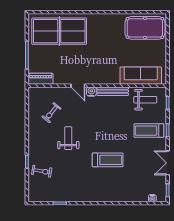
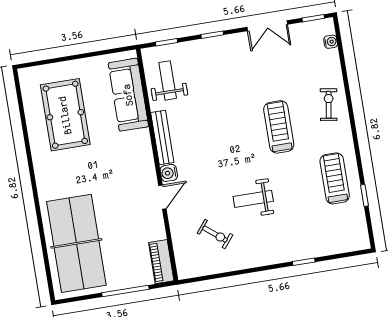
pool table: (145, 28) -> (65, 115), moved
treadmill: (149, 131) -> (335, 178), moved, turned 180
exercise bike: (42, 171) -> (329, 105), moved

